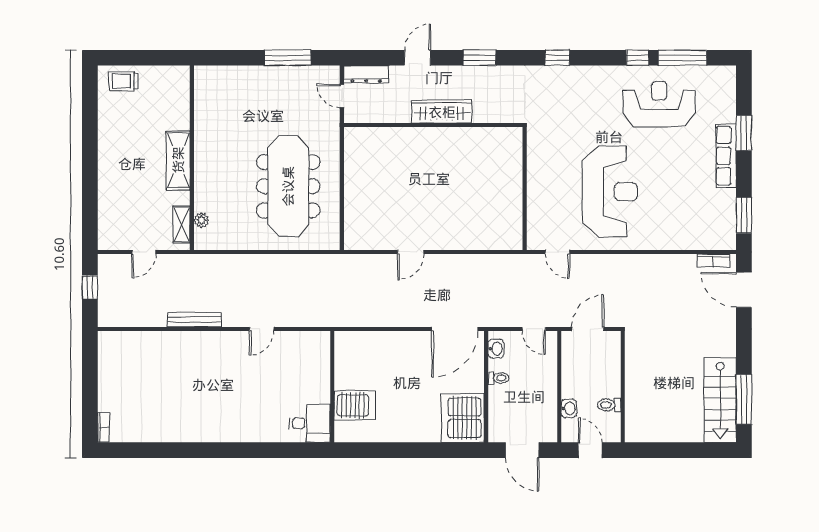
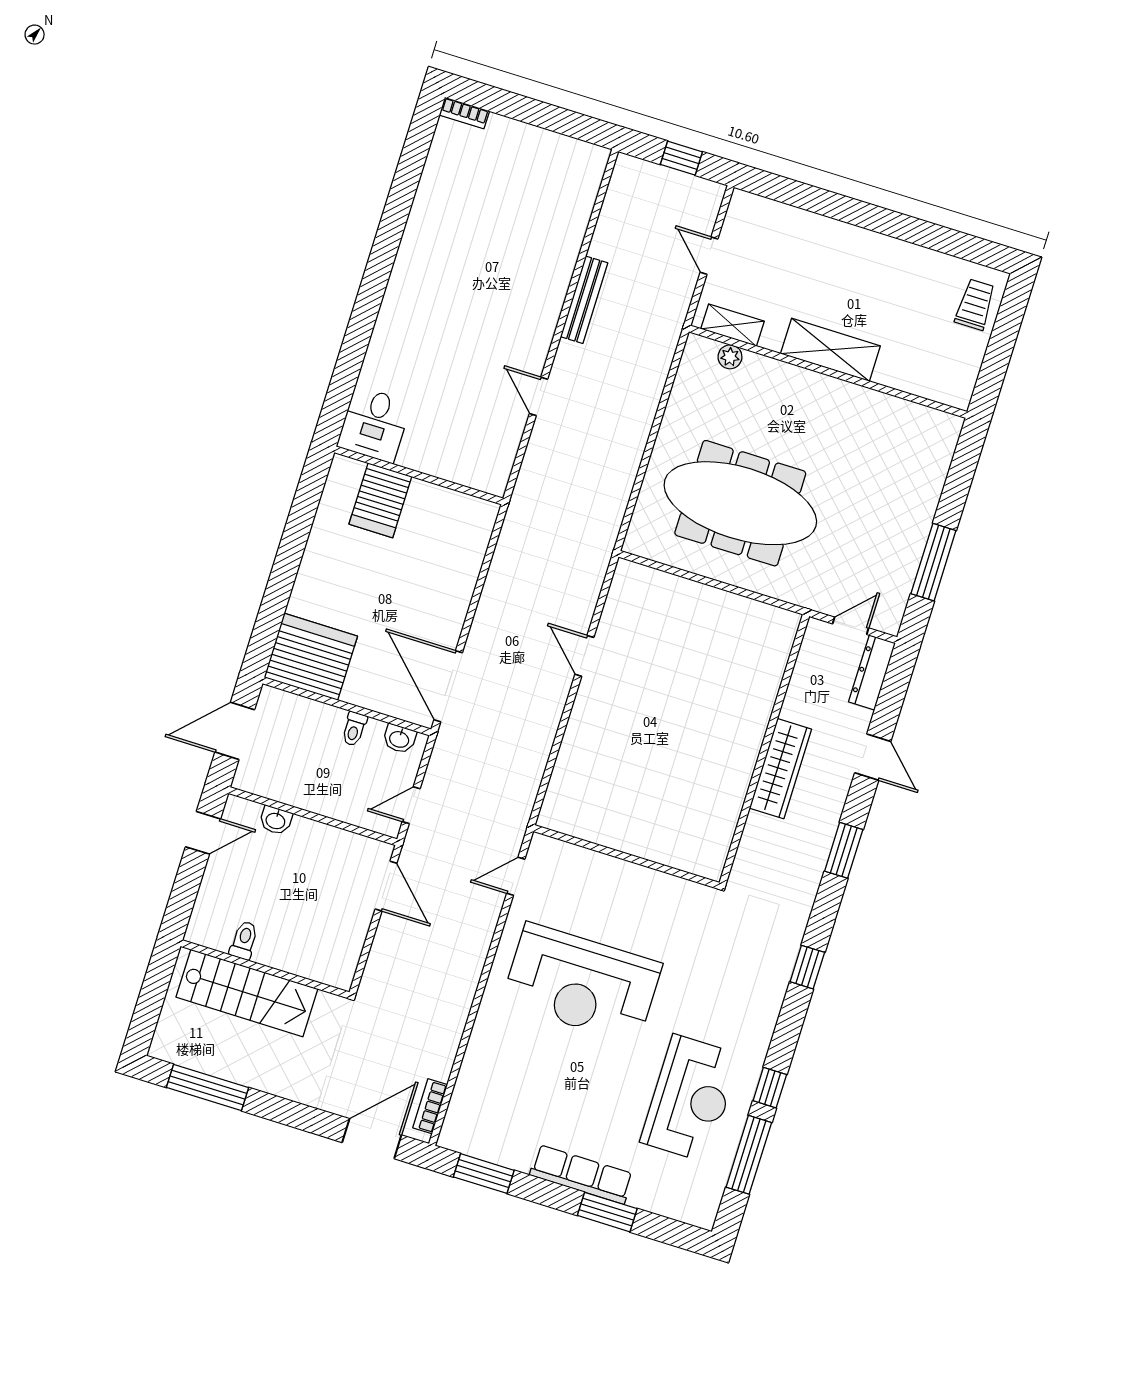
wall: (623, 387) -> (265, 969), moved
stairs: (720, 400) -> (247, 993), moved, turned 180
toilet: (609, 405) -> (244, 940), moved

